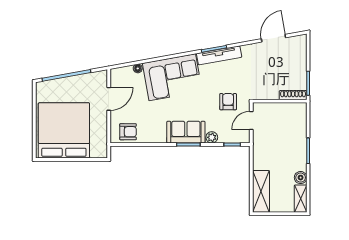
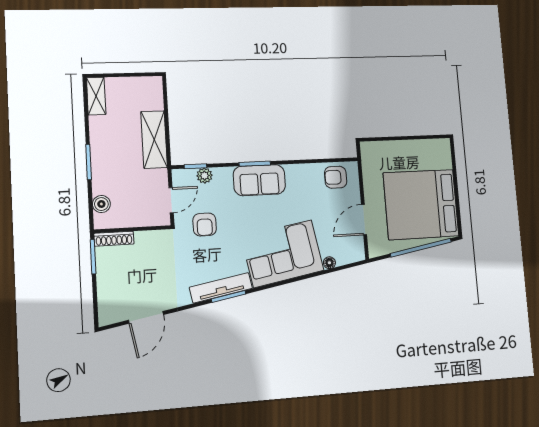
bed: (64, 130) -> (421, 204), moved, turned 90
plant: (212, 137) -> (204, 176), moved
boiler: (301, 178) -> (101, 204), moved
shelving: (261, 191) -> (154, 140), moved

